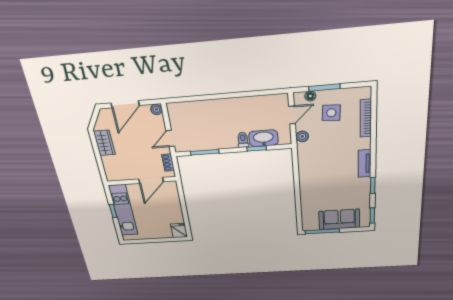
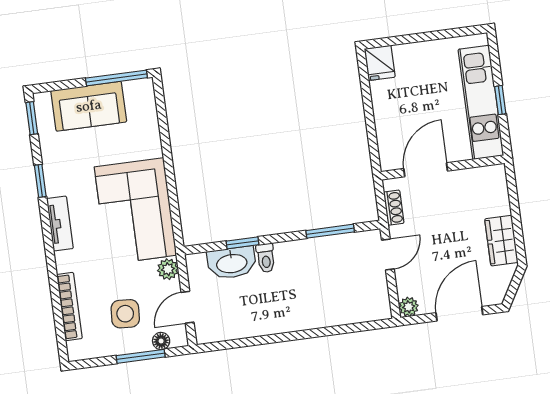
corner sofa: (319, 168) -> (135, 211), added

